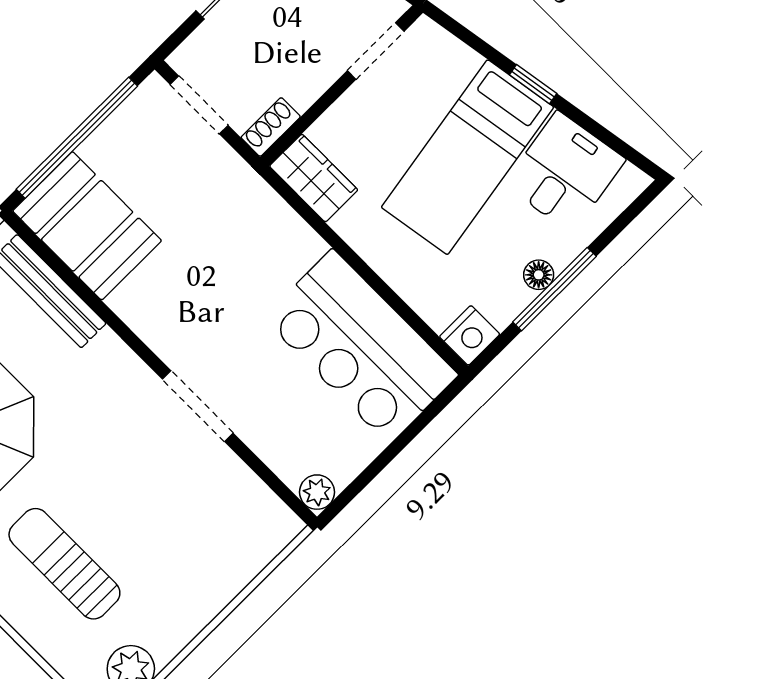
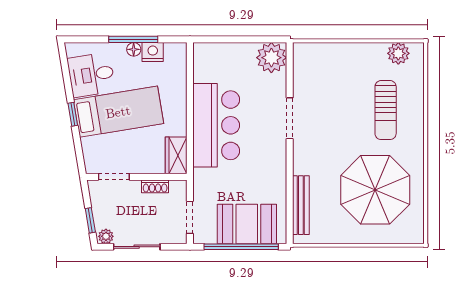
shoe rack: (271, 127) -> (155, 186), moved
booth: (87, 226) -> (247, 224), moved, turned 90
nightstand: (470, 335) -> (153, 52), moved
bar counter: (360, 347) -> (216, 125), moved
plant: (317, 492) -> (271, 58), width x1.88, depth x1.88

